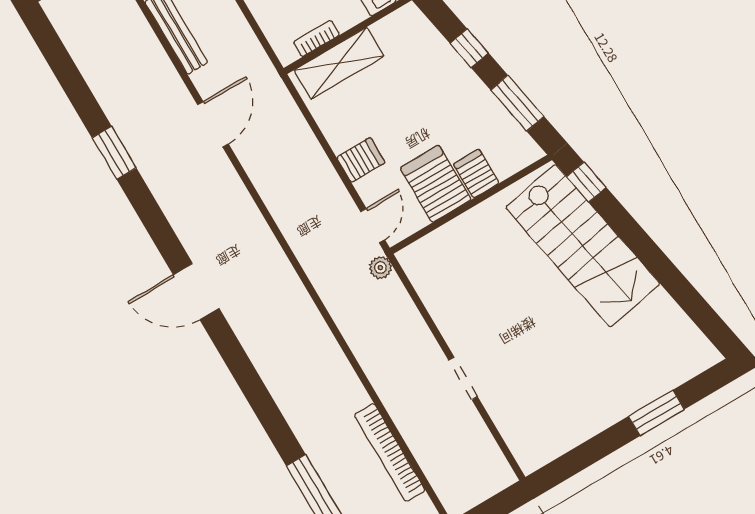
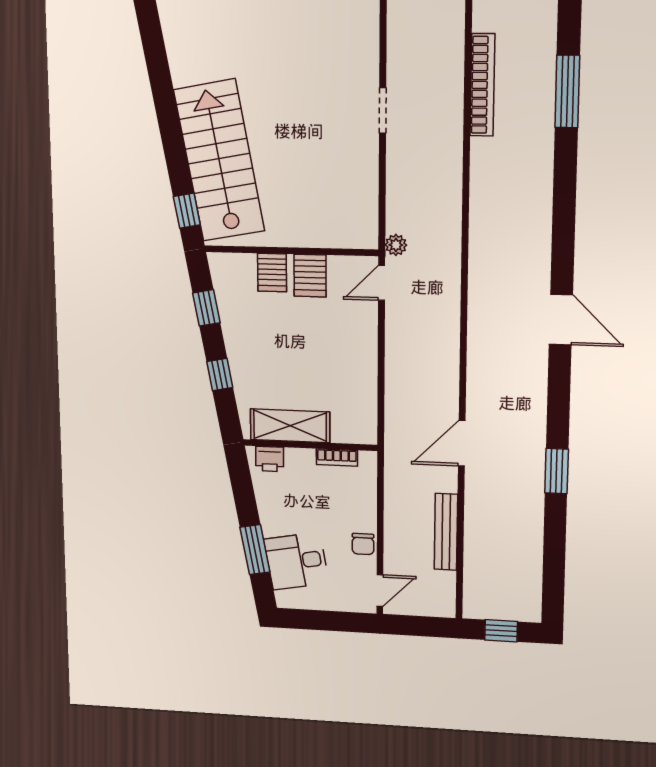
shelving: (339, 63) -> (290, 426), moved
window: (517, 103) -> (206, 308), width x0.67
server rack: (361, 160) -> (359, 341), removed
server rack: (435, 184) -> (310, 276), width x0.73, depth x0.70

